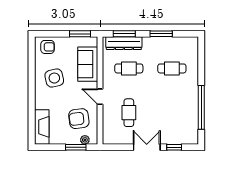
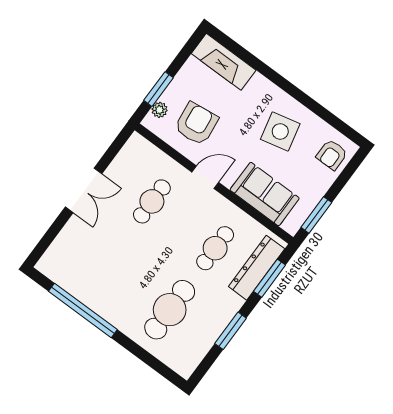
cafe table: (172, 68) -> (170, 310), width x1.37, depth x1.35
cafe table: (129, 113) -> (152, 201), turned 90
window: (174, 147) -> (55, 229), removed

